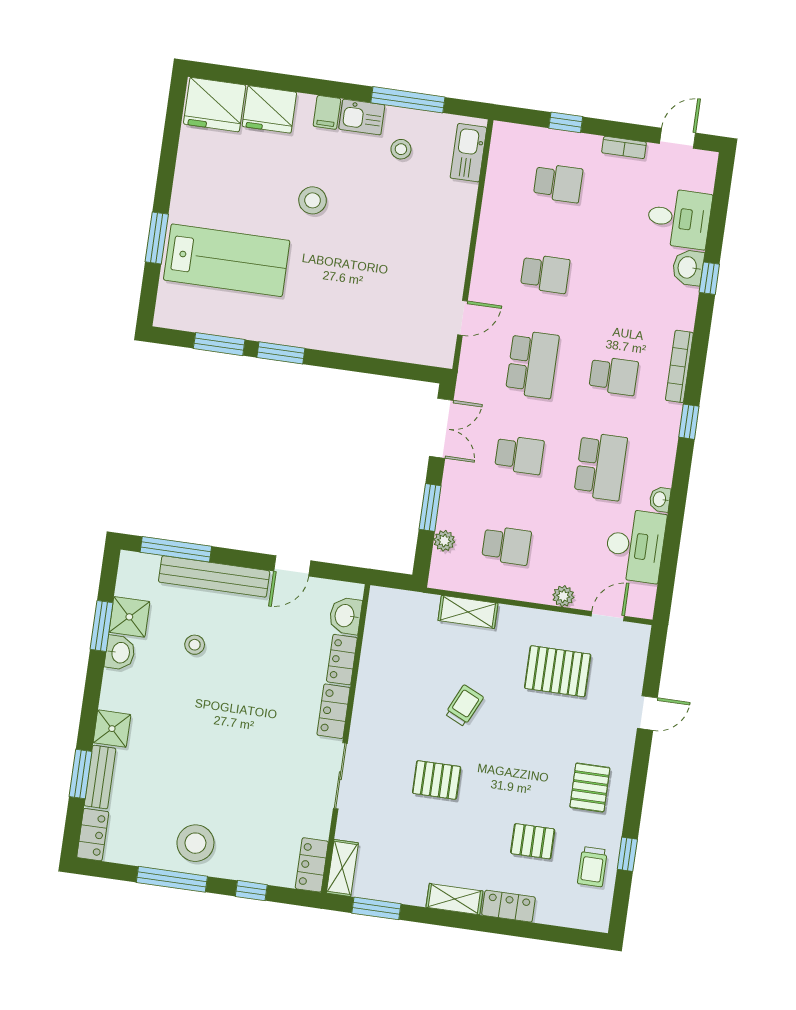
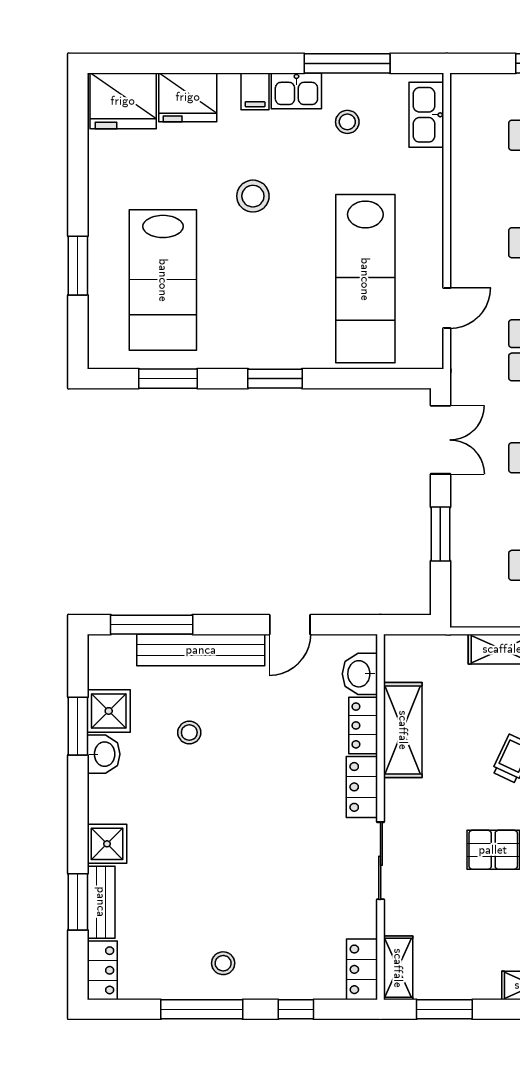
lab bench: (227, 260) -> (163, 280), turned 90
lab bench: (397, 283) -> (365, 279), added
window: (281, 353) -> (275, 379), moved
plant: (444, 541) -> (463, 570), removed
shelving: (375, 668) -> (403, 730), added
stool: (195, 843) -> (223, 963), width x0.53, depth x0.53

